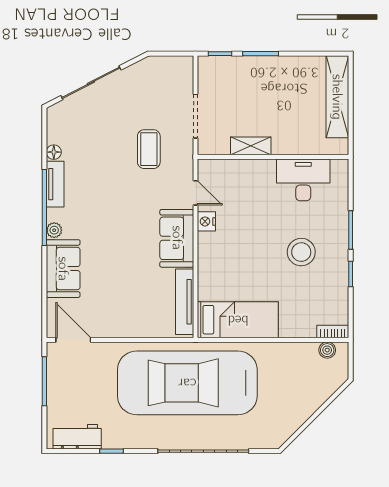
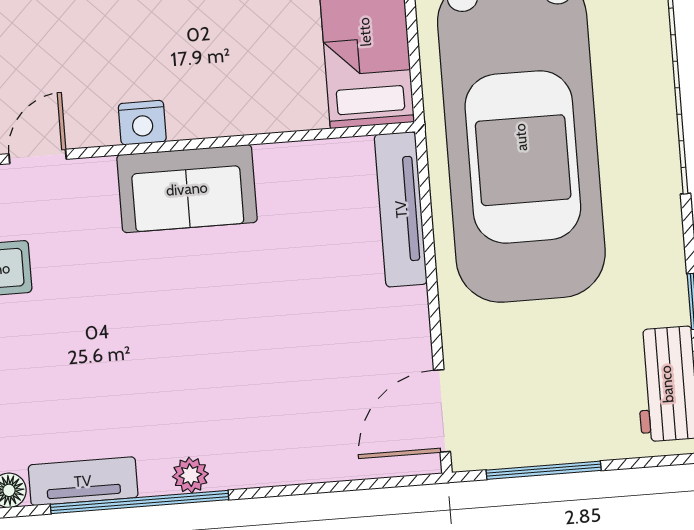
door: (195, 193) -> (38, 156), moved
sofa: (63, 269) -> (278, 447), removed
tv unit: (185, 302) -> (401, 209), moved, turned 90

